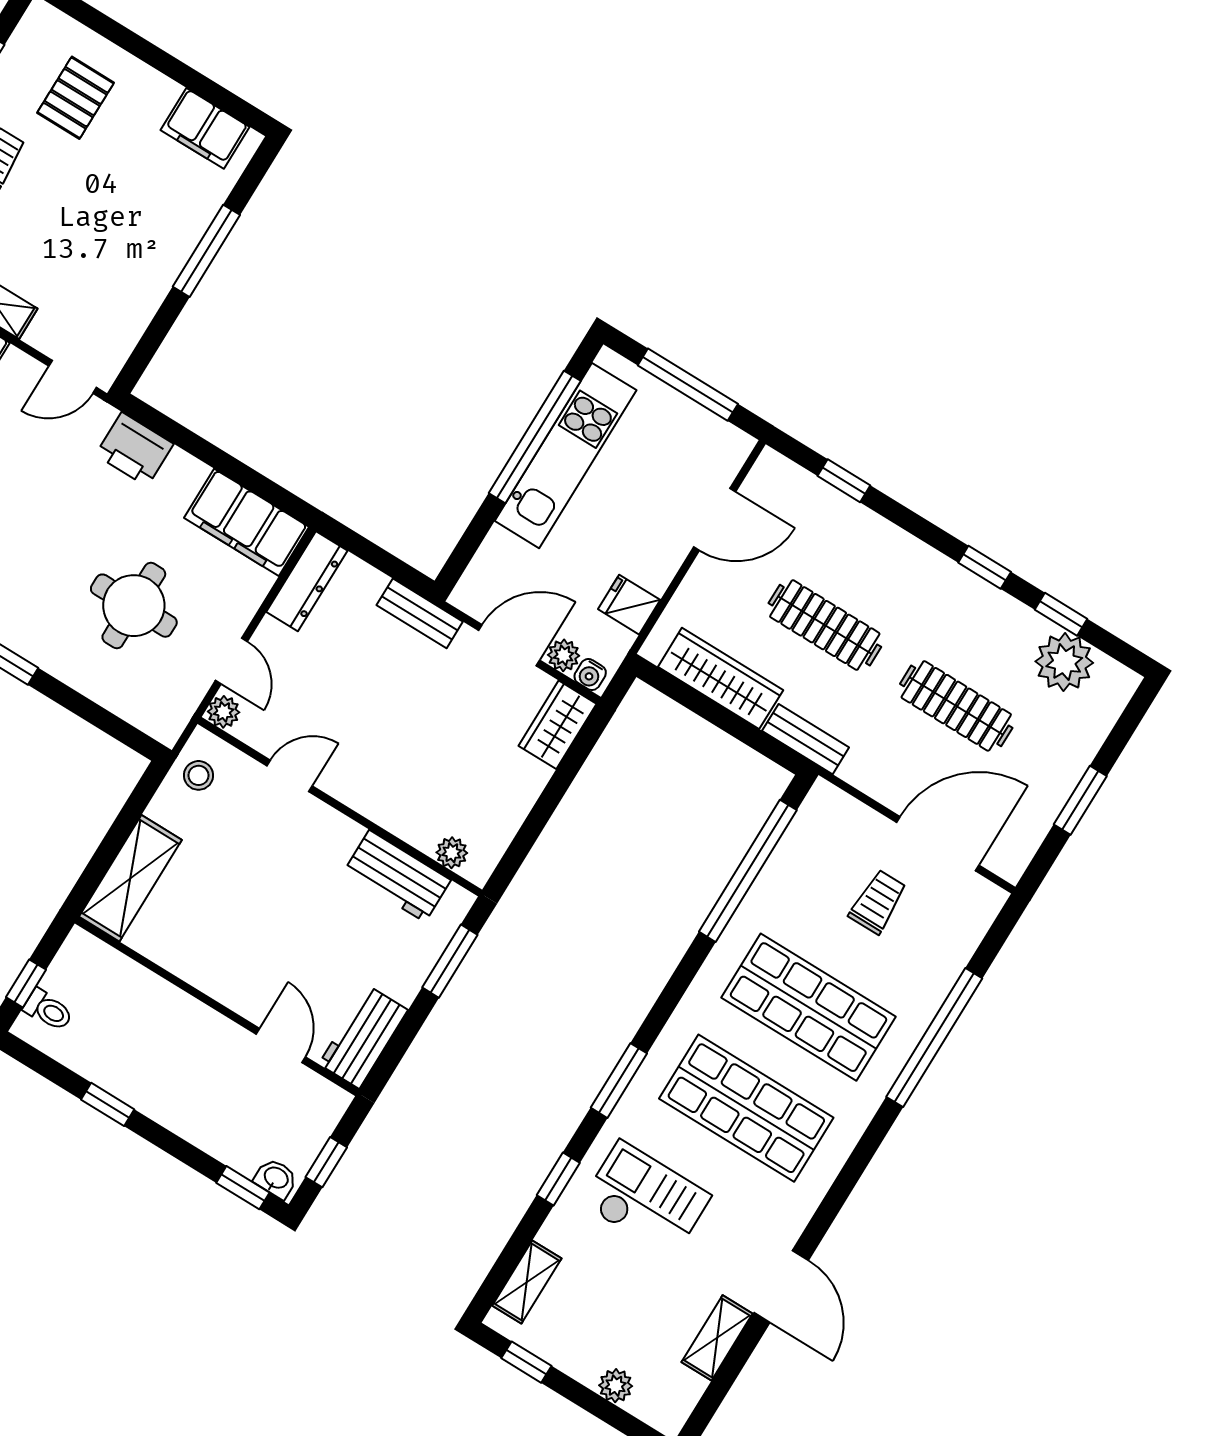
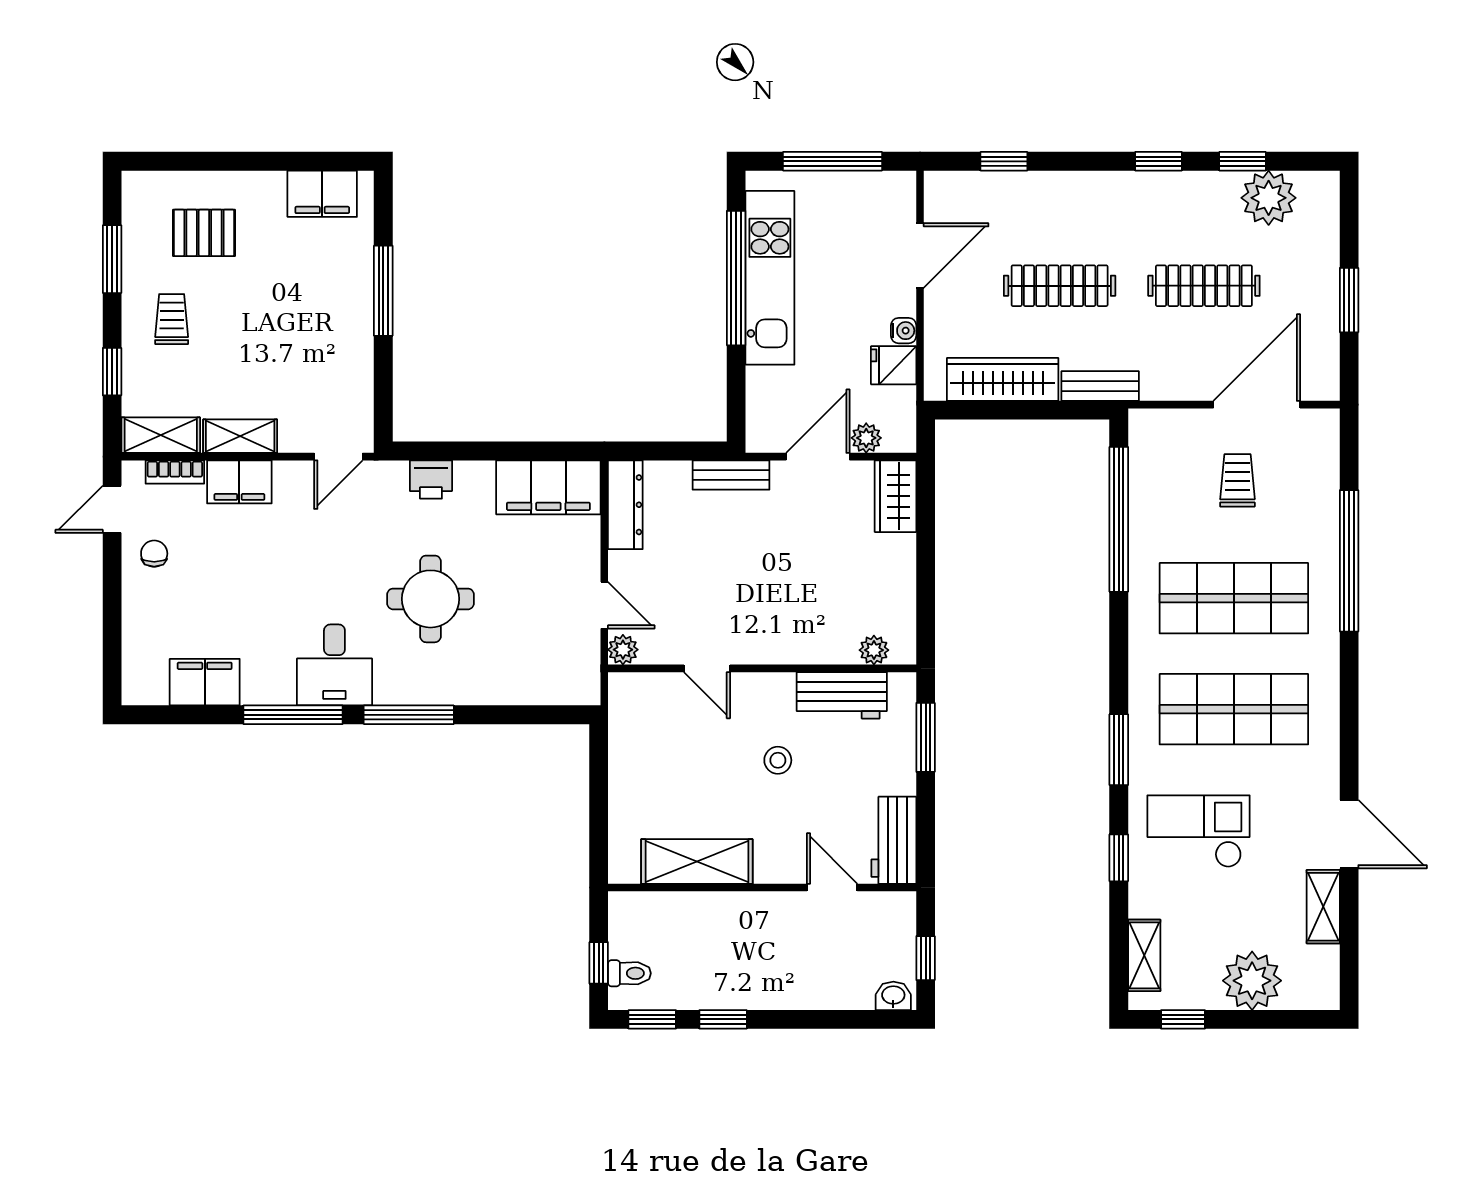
pallet: (76, 98) -> (204, 233), turned 90
printer: (134, 449) -> (431, 479), width x0.73, depth x0.81
round table: (134, 606) -> (430, 599), moved
water cooler: (590, 675) -> (904, 331), moved, turned -90
stool: (199, 775) -> (778, 760), moved
door: (290, 776) -> (707, 668), swing flipped
shelving: (130, 878) -> (697, 861), moved, turned 90
window: (243, 1188) -> (652, 1019), moved
plant: (616, 1386) -> (1252, 981), width x1.88, depth x1.88

